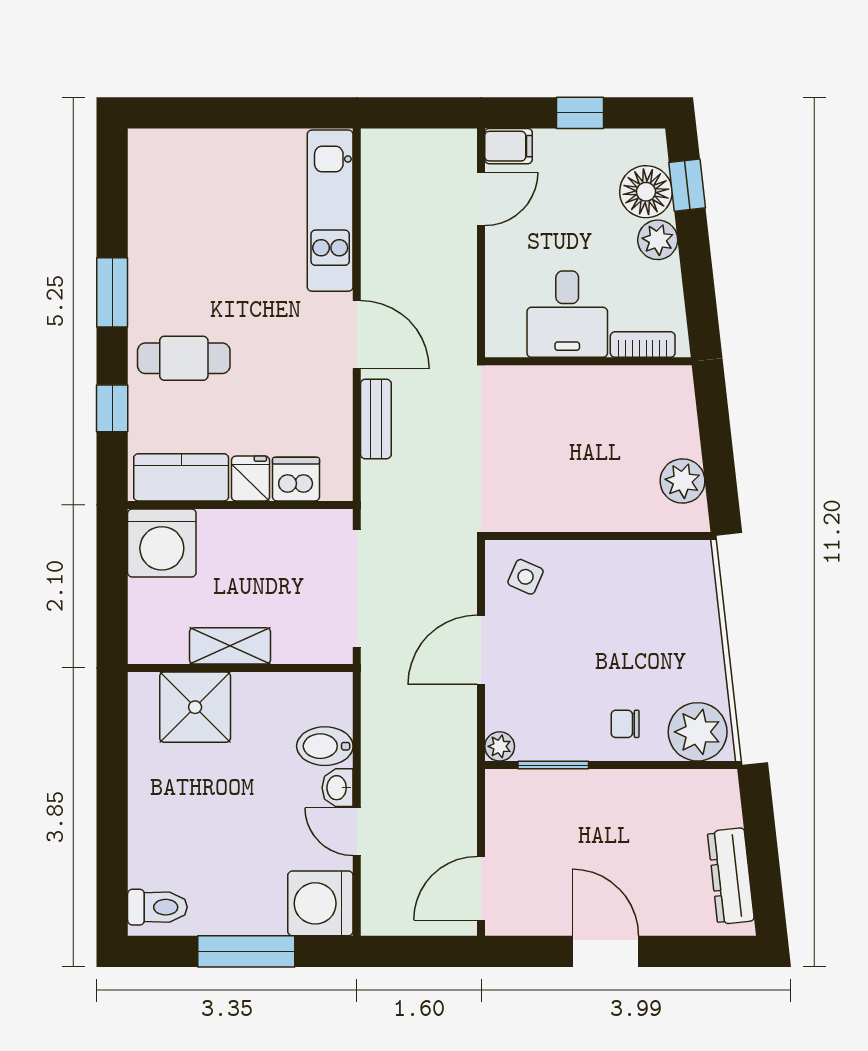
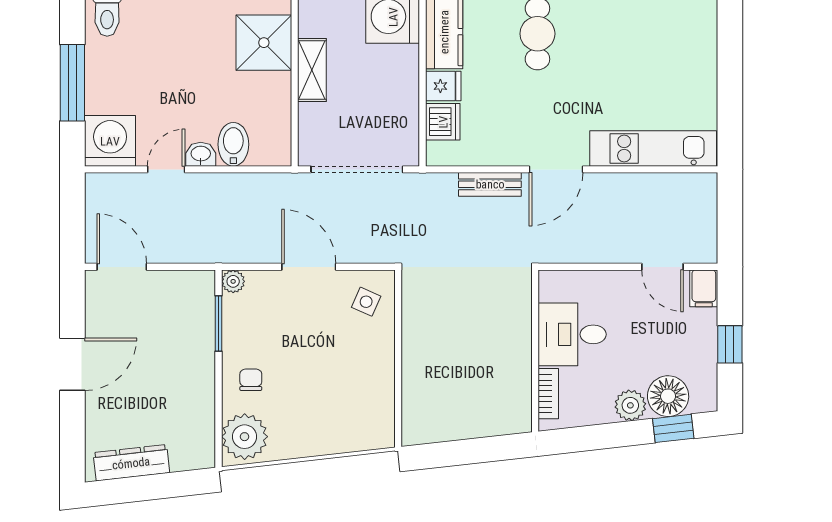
plant: (683, 481) -> (441, 425), removed

